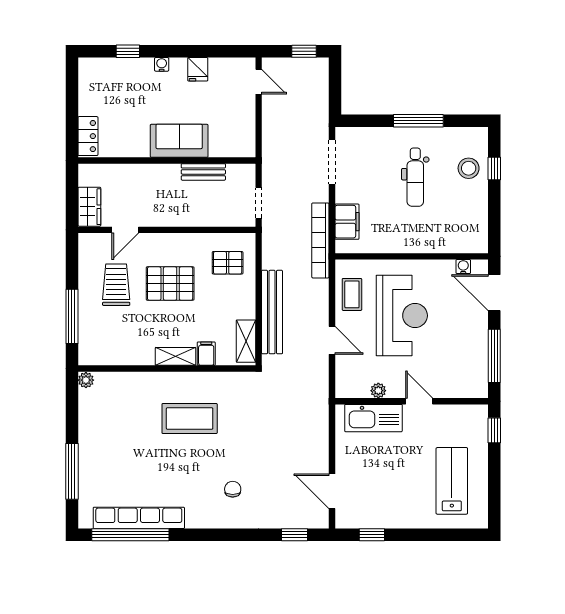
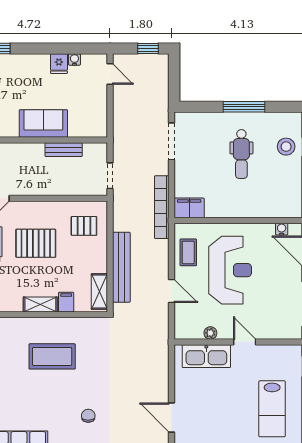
water cooler: (162, 64) -> (74, 59), moved
filing cabinet: (347, 222) -> (189, 208), moved, turned -90
lab bench: (452, 481) -> (272, 409), turned 180

